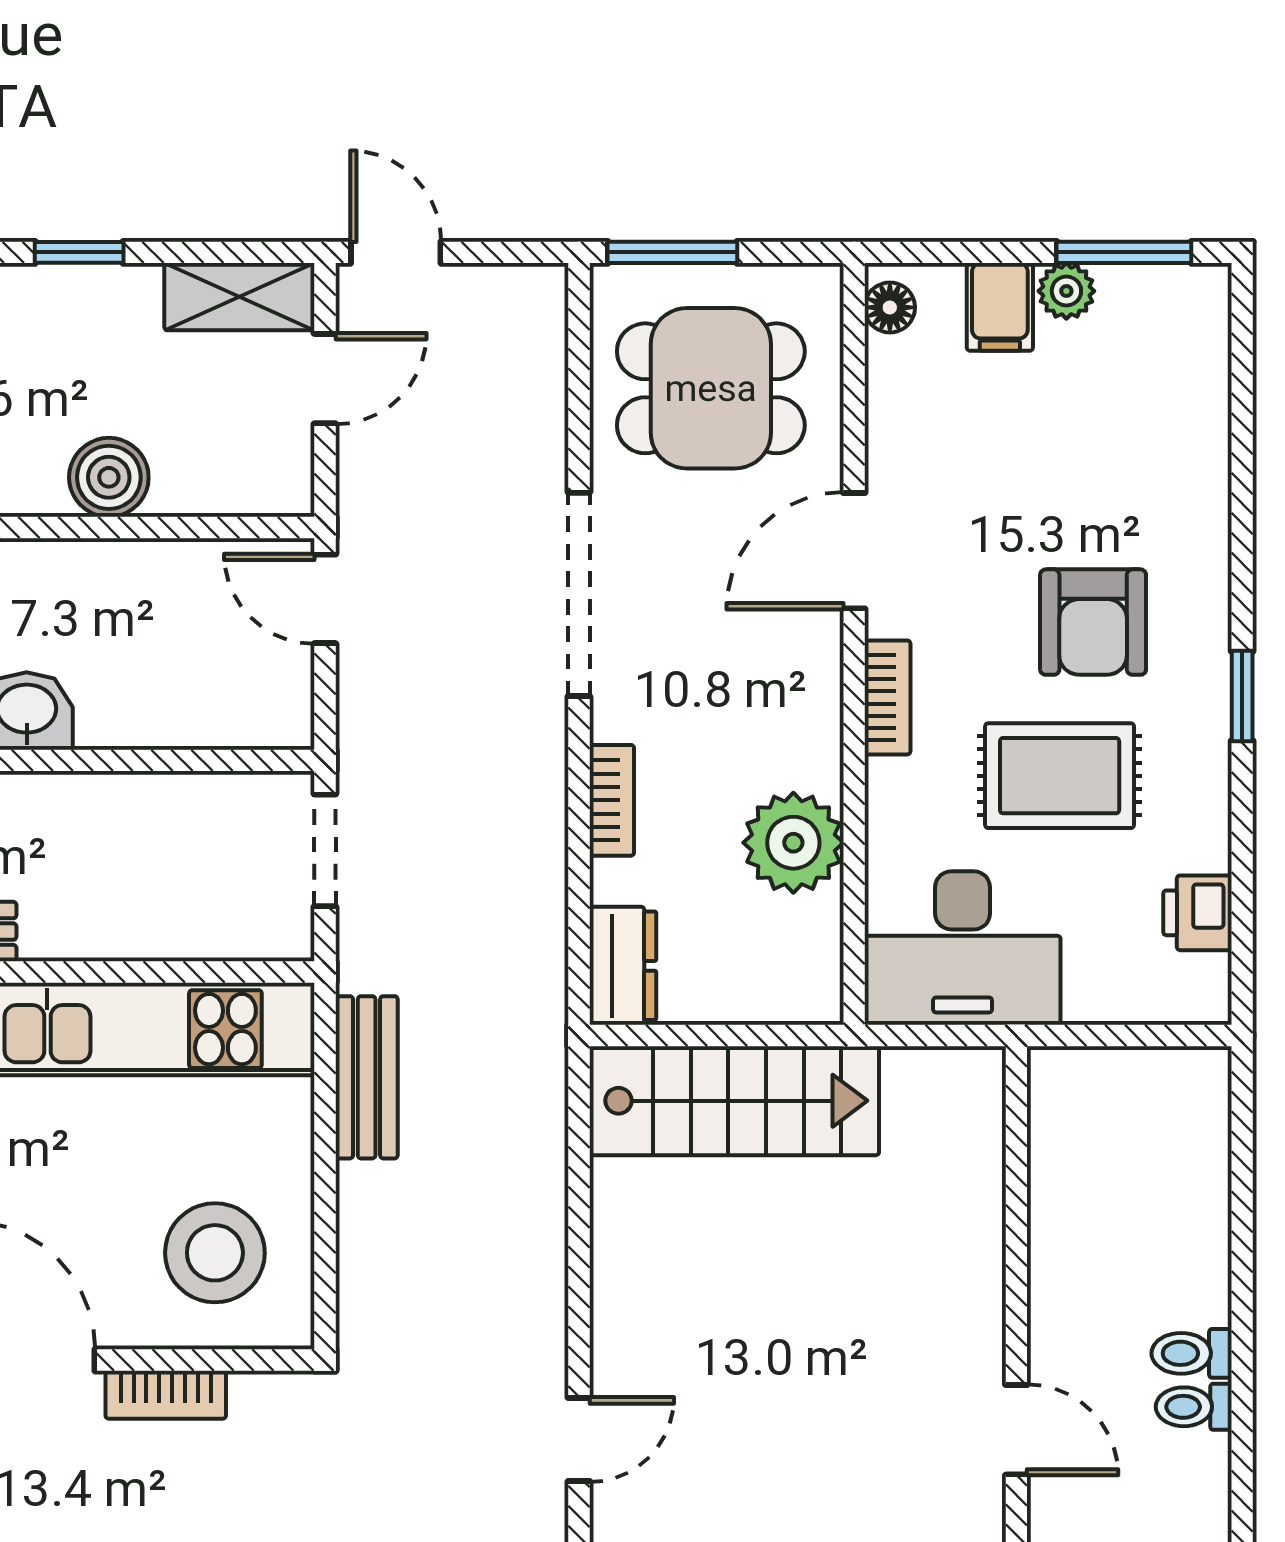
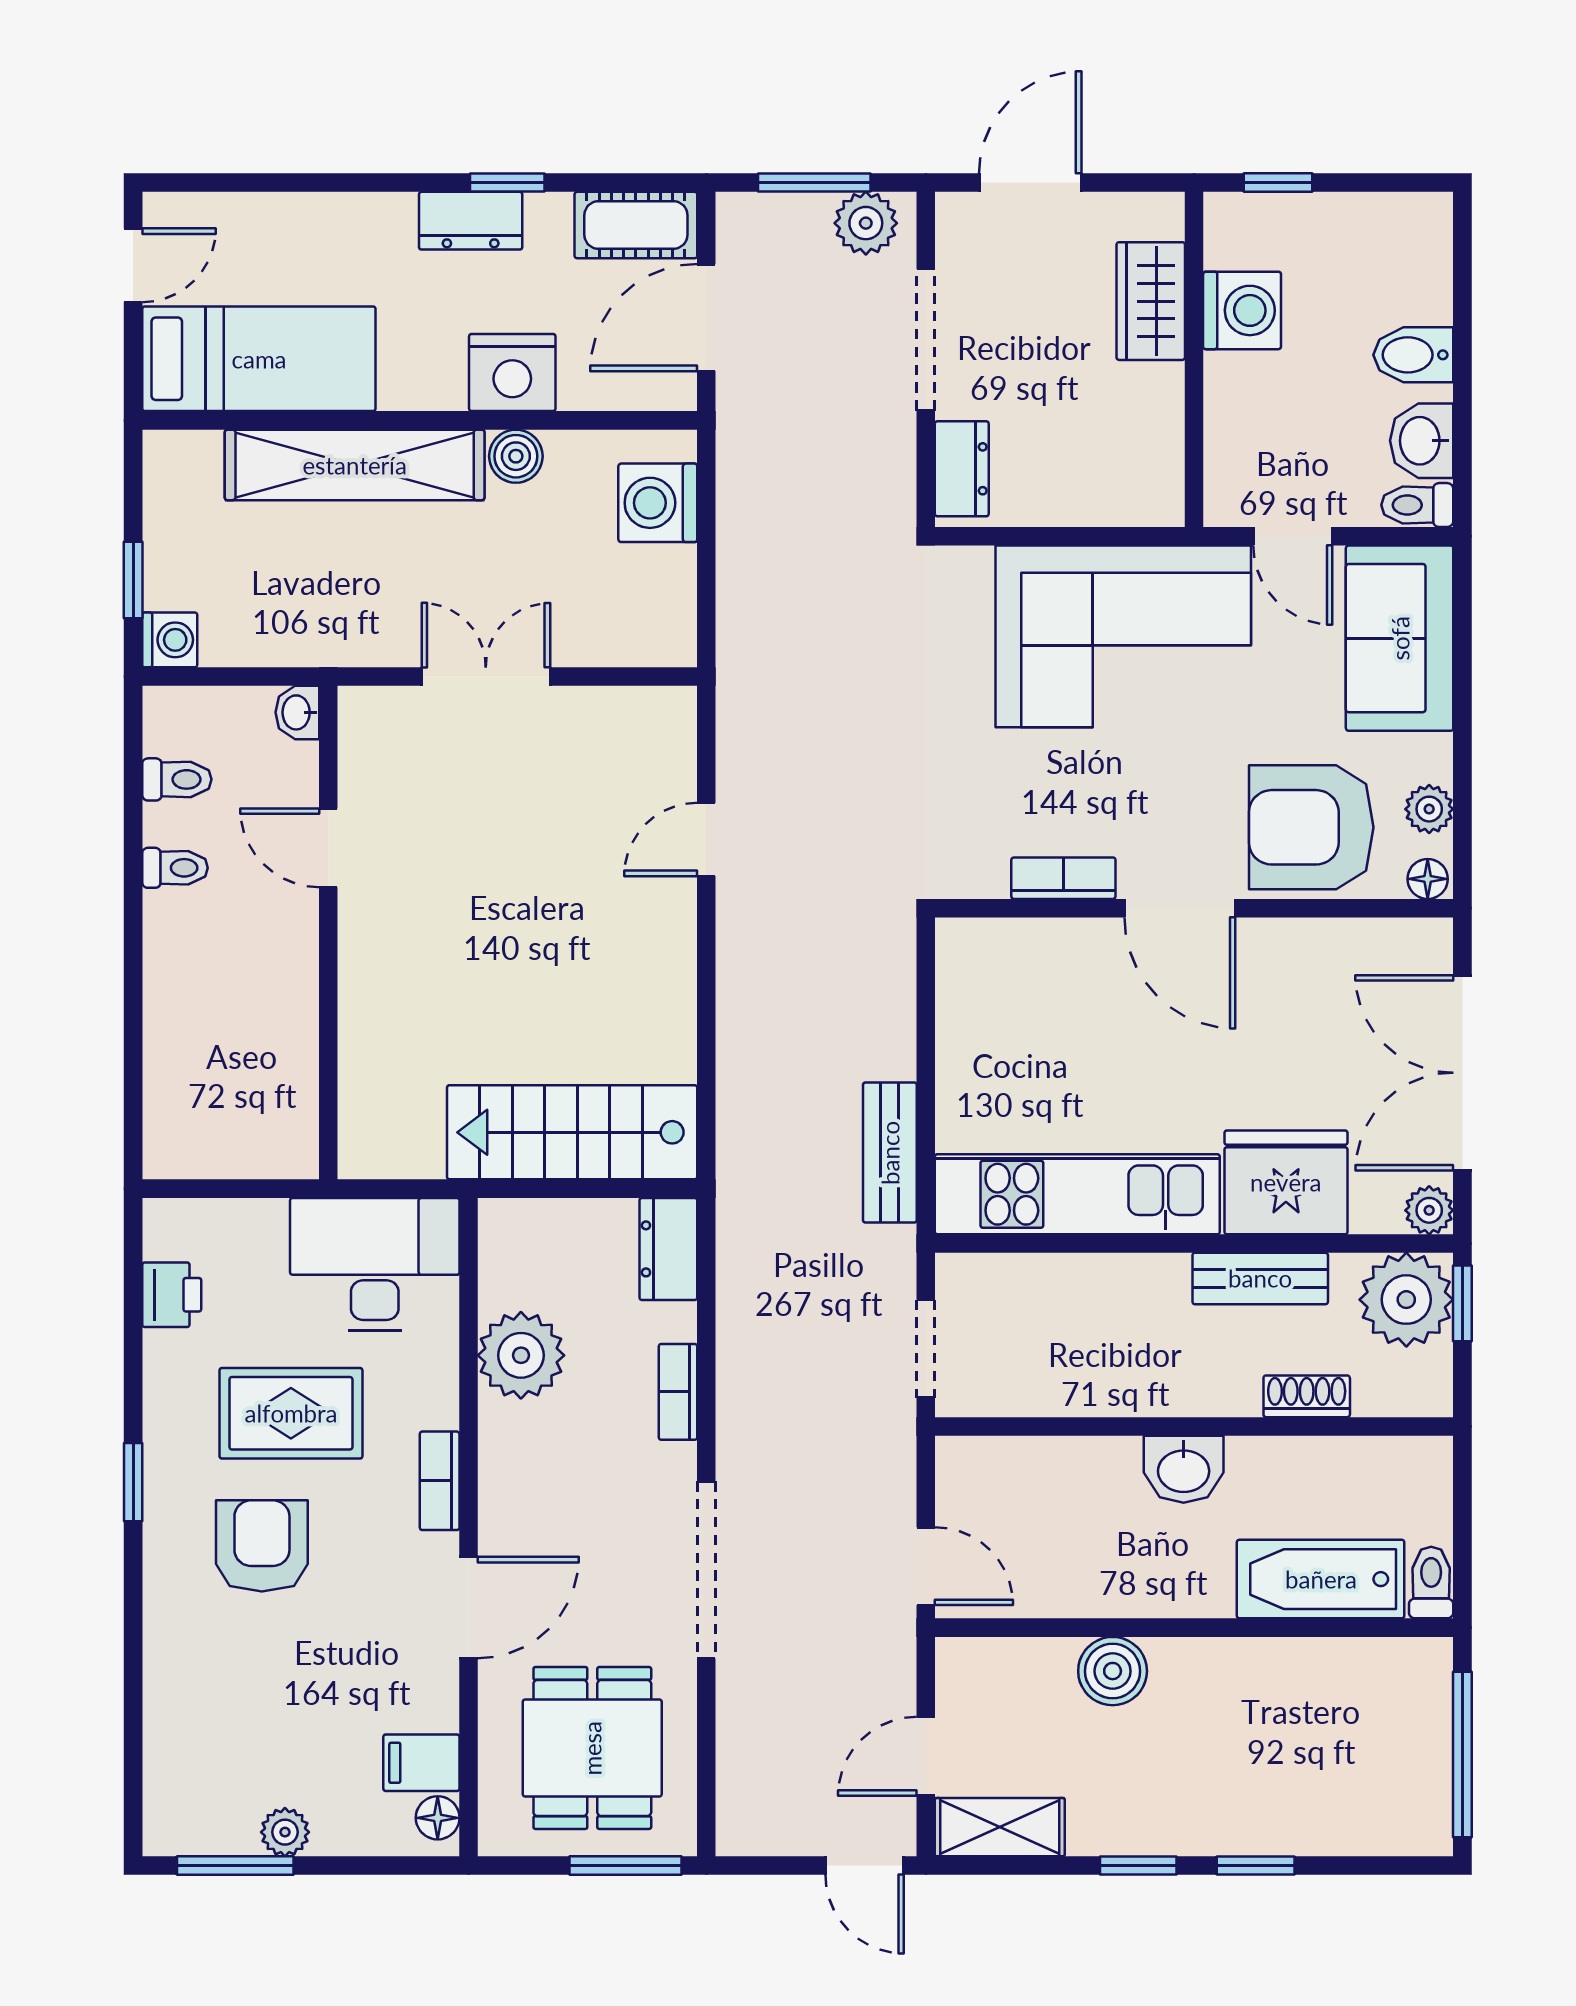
filing cabinet: (1000, 307) -> (421, 1763), moved, turned -90
dining table: (711, 388) -> (592, 1748), turned 90
stool: (215, 1253) -> (1021, 1001), removed
toilet: (1192, 1353) -> (177, 779), moved

